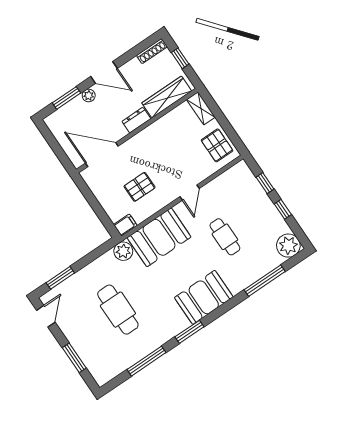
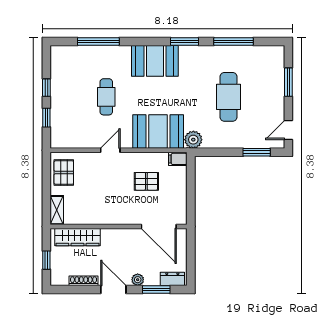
shoe rack: (152, 51) -> (84, 281), moved
dresser: (136, 120) -> (172, 279), moved, turned 180
plant: (288, 246) -> (61, 56), removed

